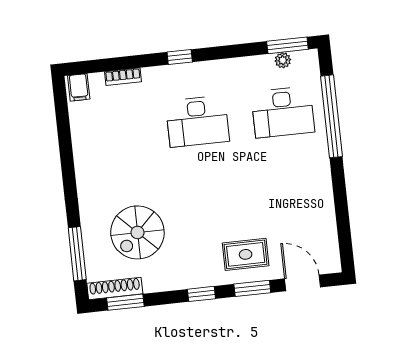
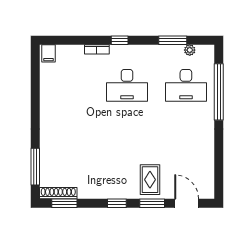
window: (287, 45) -> (173, 40), moved
bookcase: (123, 77) -> (97, 49), moved
spiral stairs: (137, 232) -> (78, 157), removed
rug: (246, 254) -> (150, 180), turned 90

